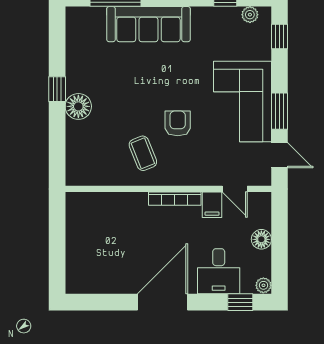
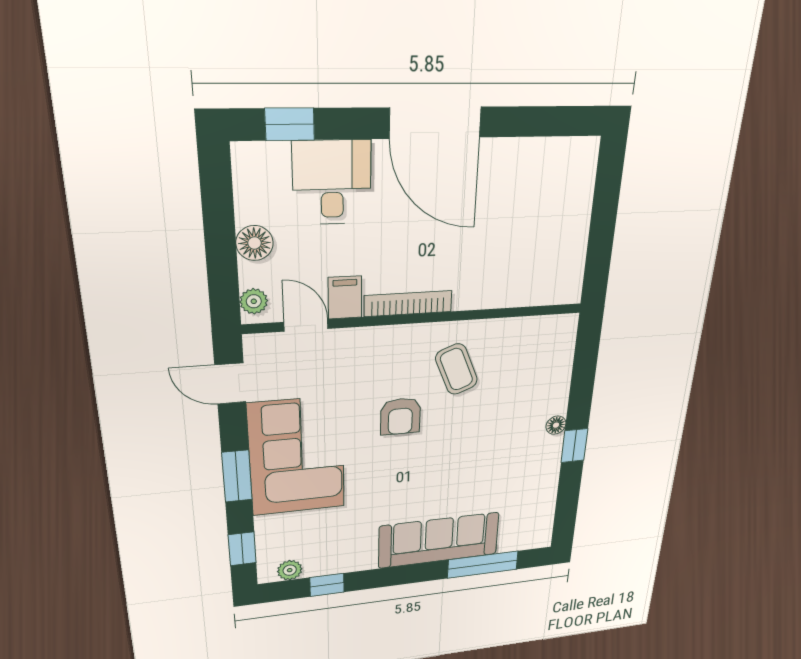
floor lamp: (78, 106) -> (556, 425), width x0.53, depth x0.53
window: (279, 111) -> (237, 476), moved
plant: (263, 285) -> (254, 301), moved
door: (162, 302) -> (435, 123), hinge flipped

